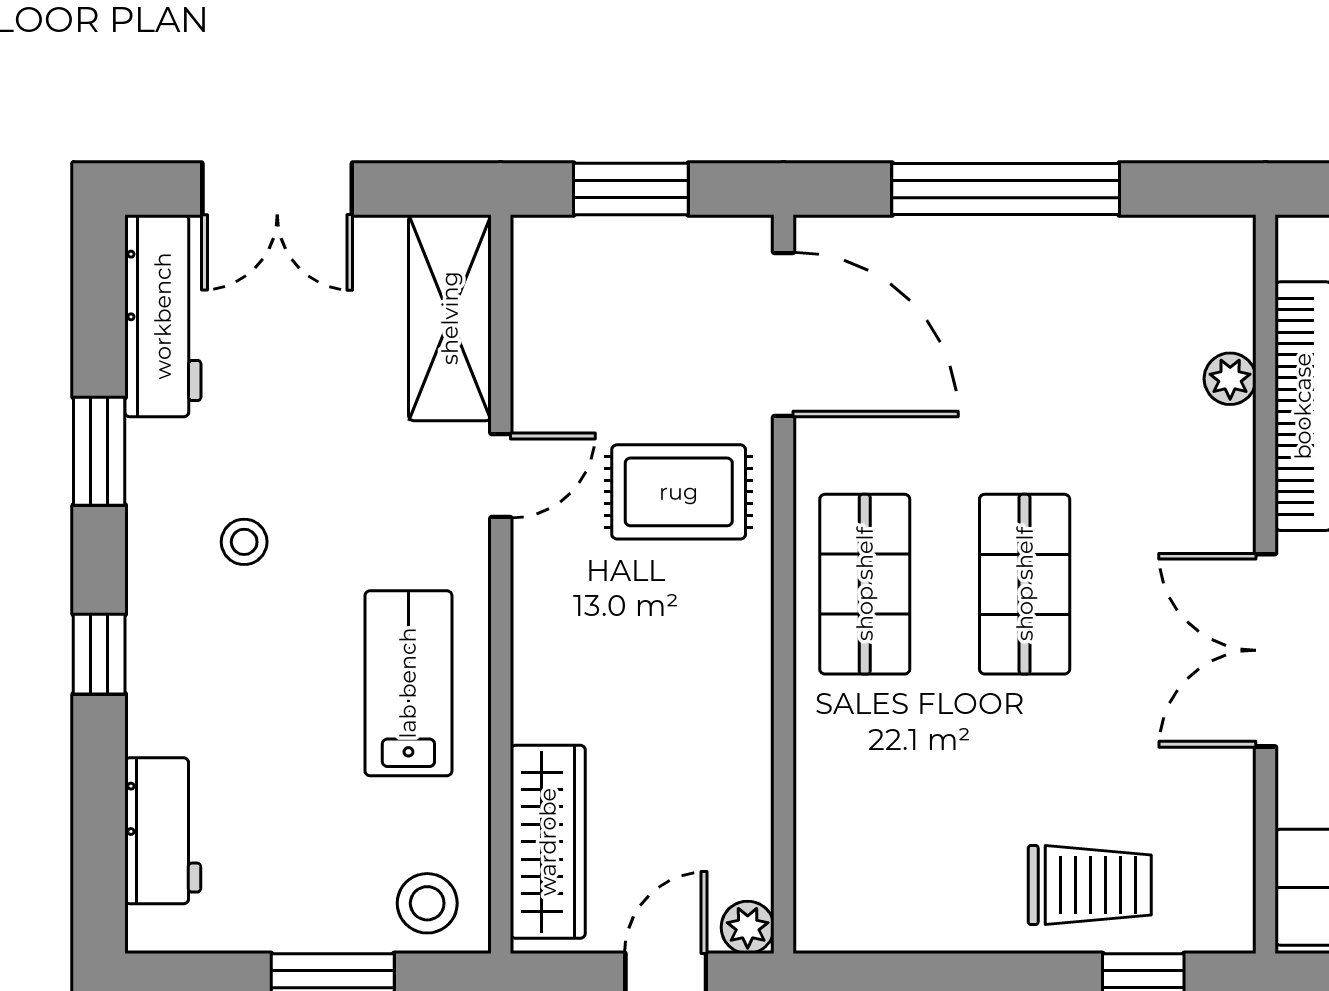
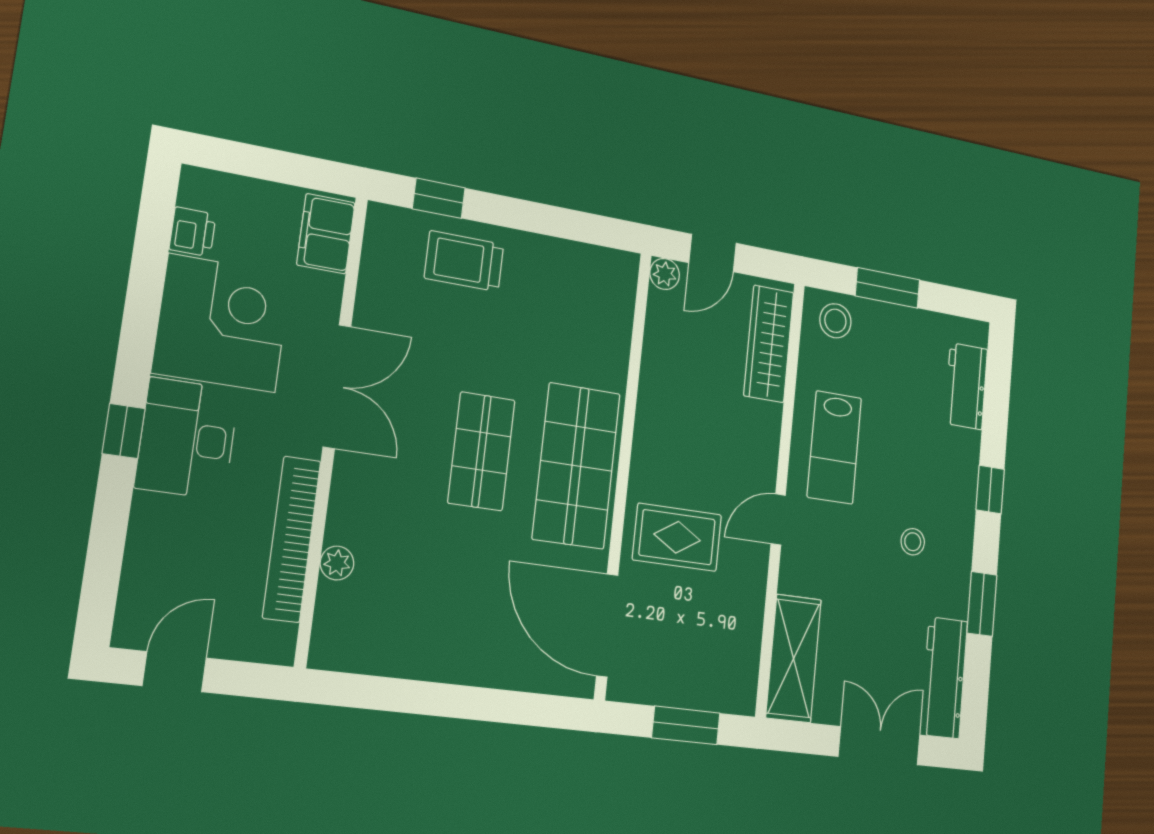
window: (1006, 189) -> (464, 702), removed
door: (501, 476) -> (778, 519), moved
shop shelf: (865, 584) -> (576, 466), width x1.43, depth x1.36

